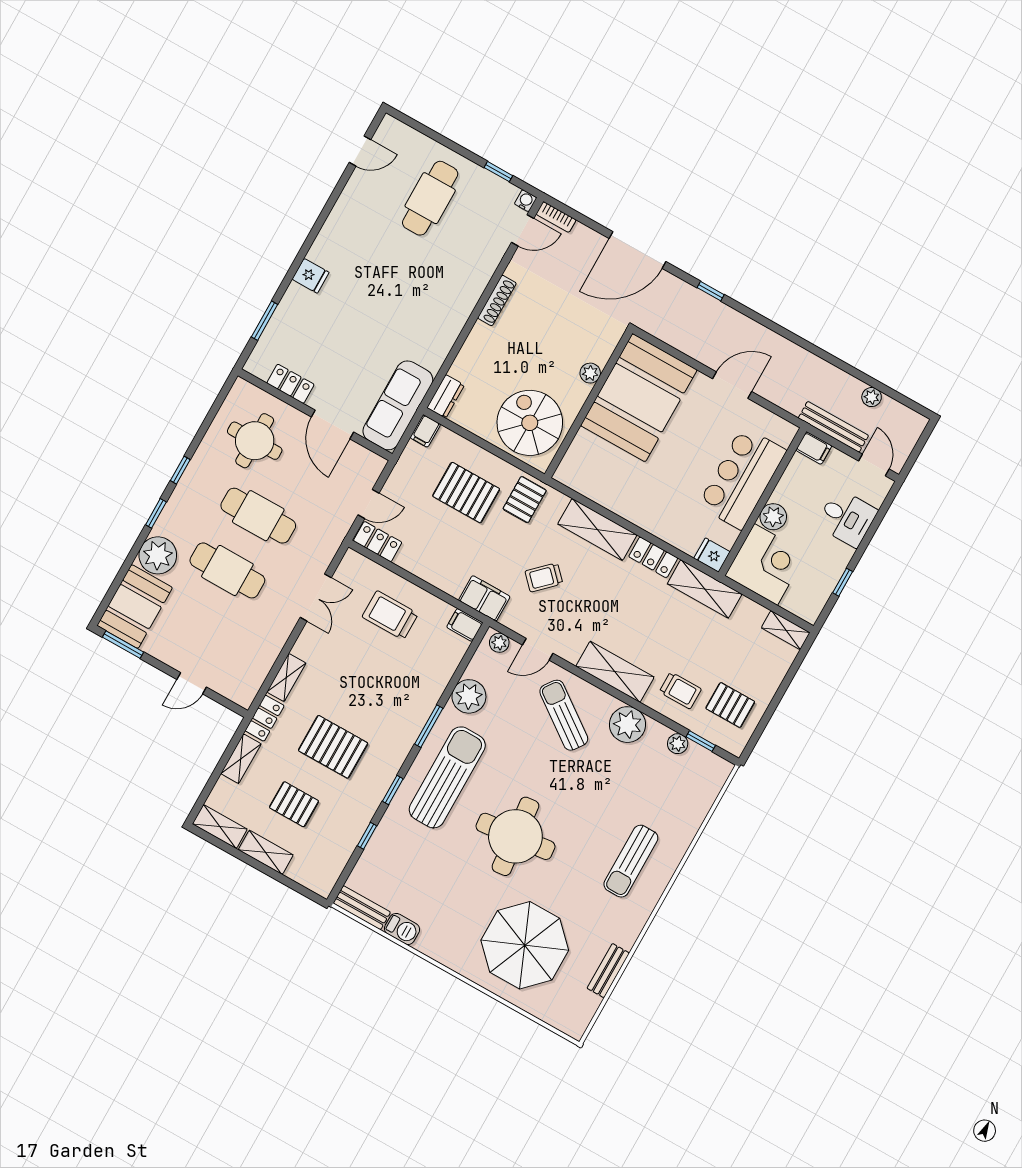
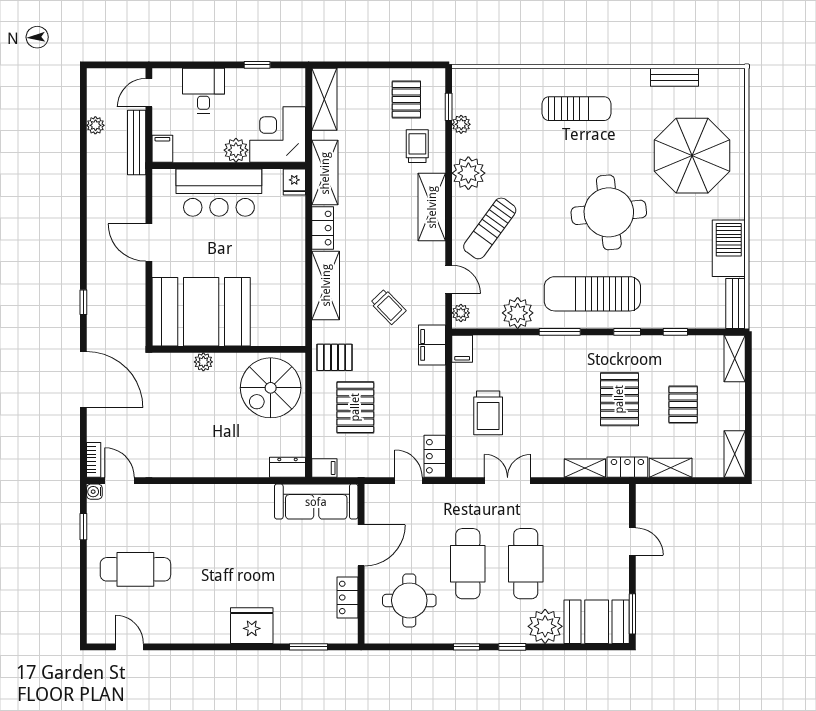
fridge: (311, 276) -> (252, 626), width x1.88, depth x1.34
shoe rack: (497, 300) -> (187, 469), removed
shelving: (786, 630) -> (324, 99), width x1.50, depth x1.33
shelving: (266, 852) -> (735, 358), moved
barbecue: (402, 929) -> (729, 248), width x1.88, depth x1.53

